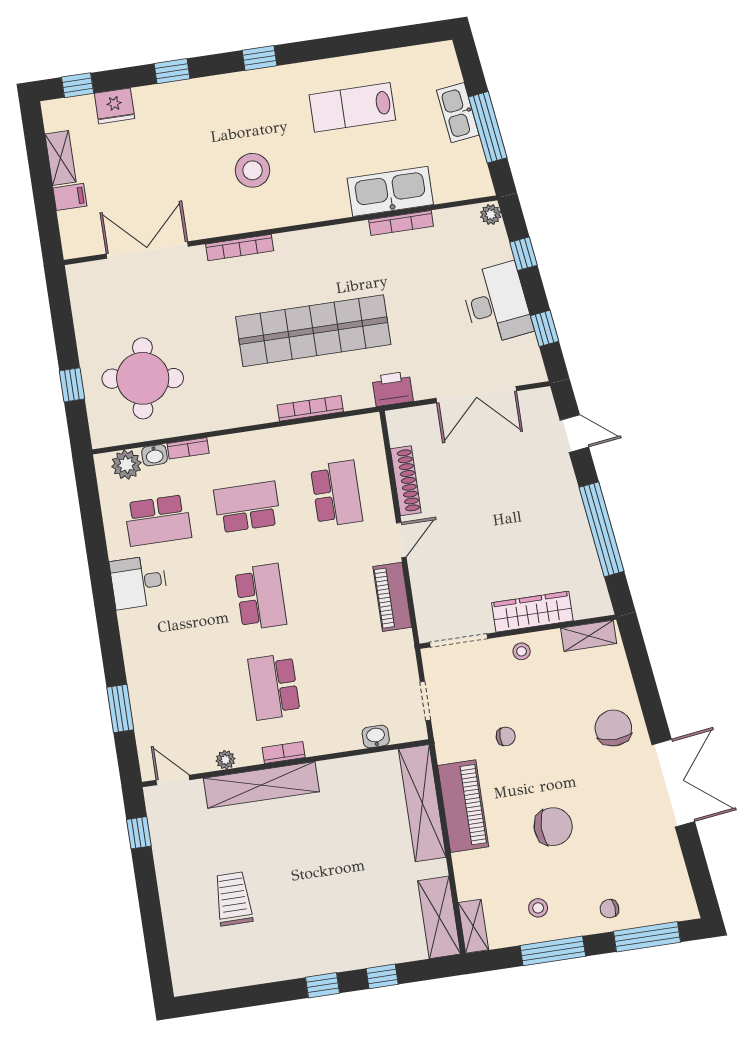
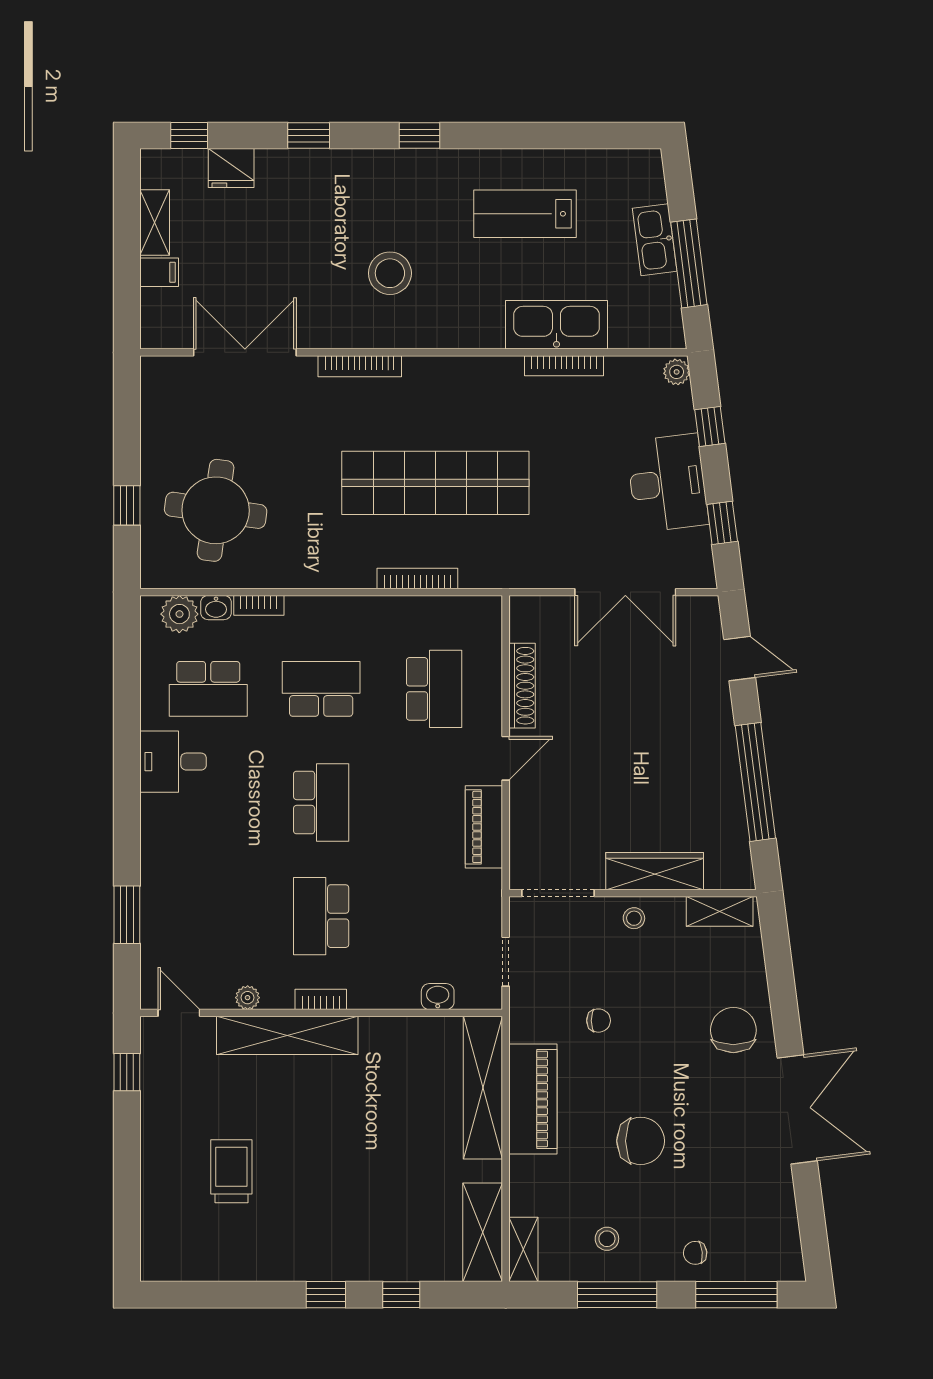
printer: (393, 389) -> (523, 569), removed

